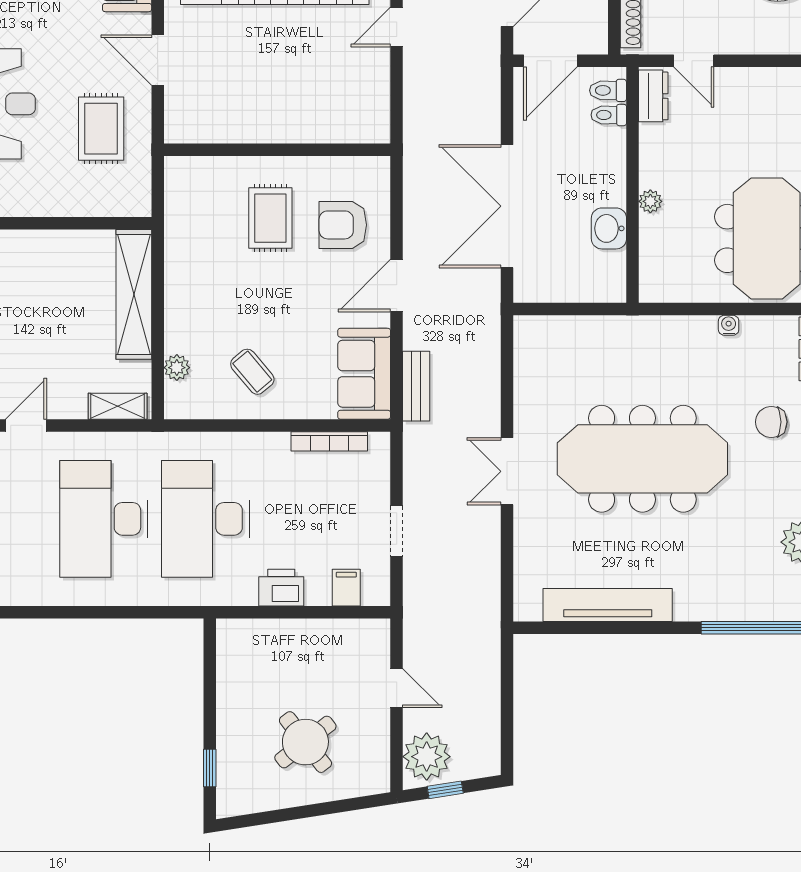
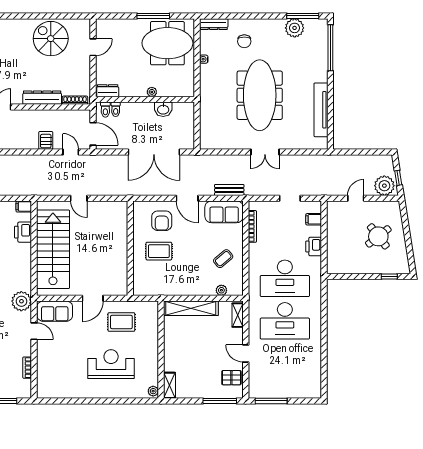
door: (694, 61) -> (93, 47), moved

